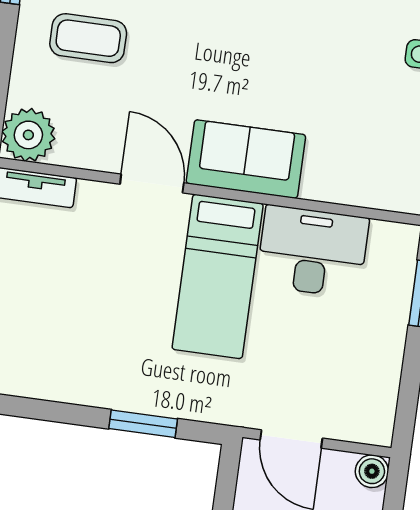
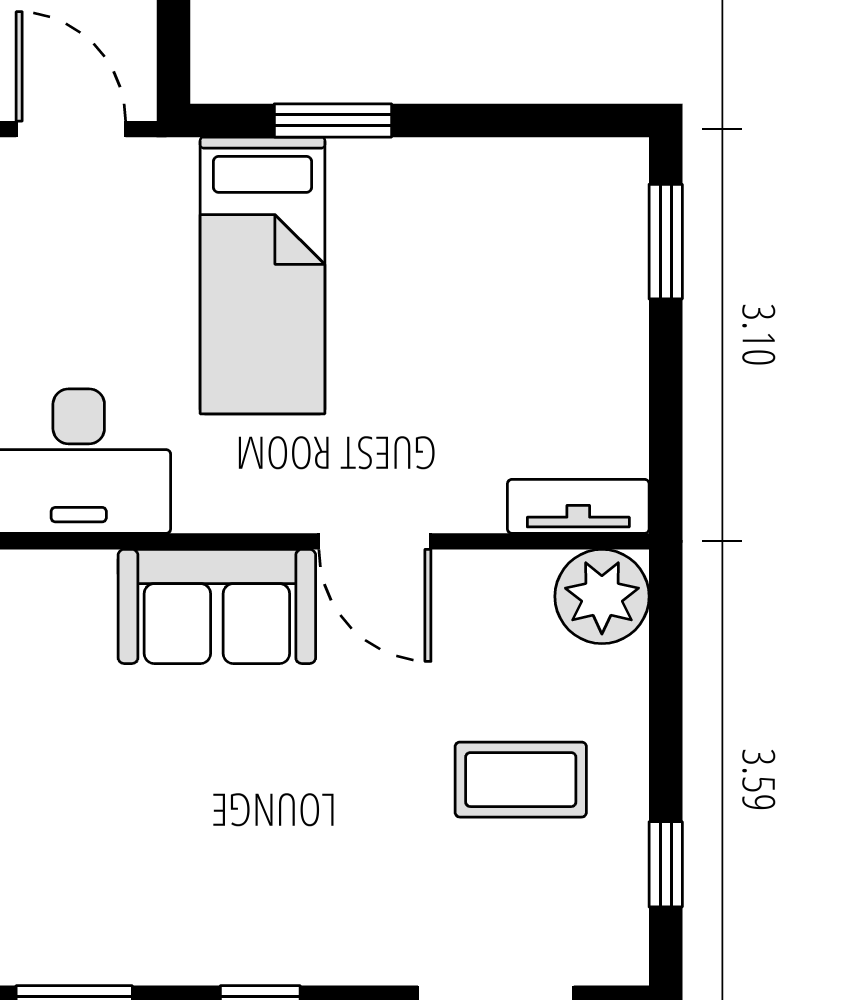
bed: (218, 276) -> (263, 275), moved, turned 180

